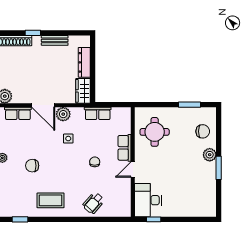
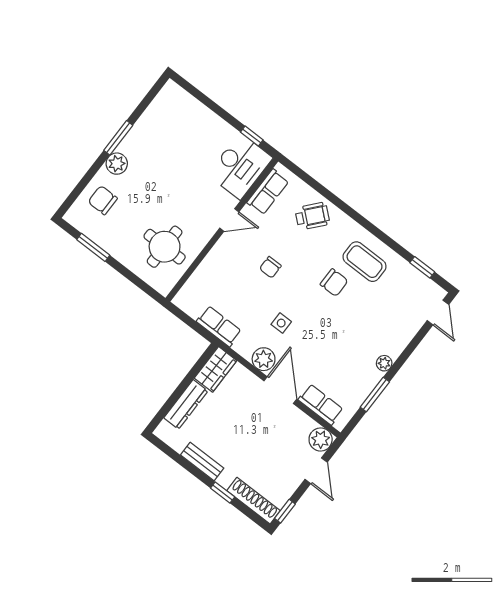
row of seats: (125, 148) -> (268, 192), moved
chair: (32, 166) -> (334, 283), moved

